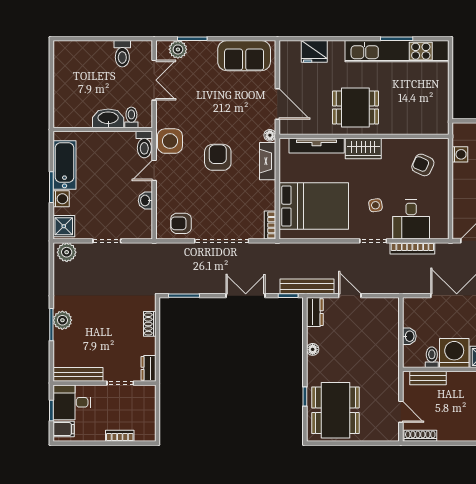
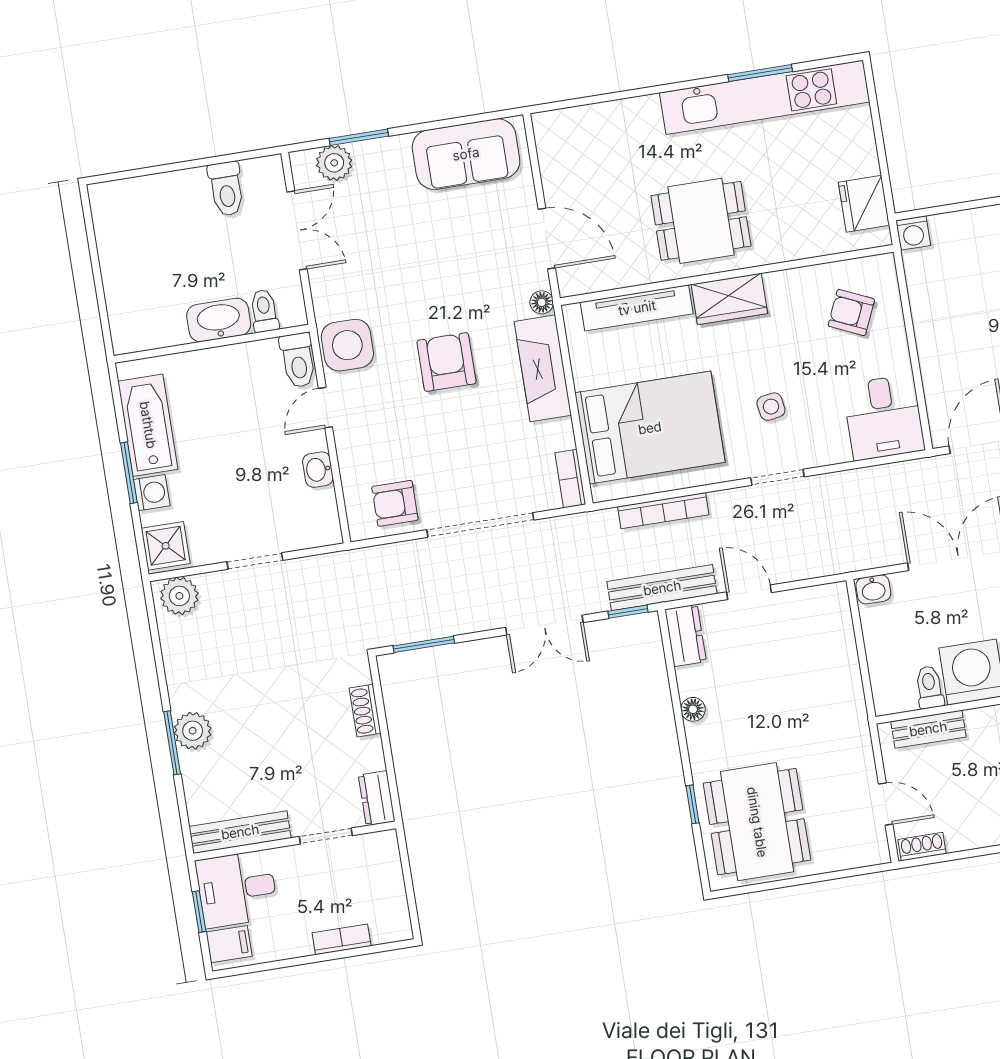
fridge: (314, 51) -> (864, 204), moved, turned 90
washing machine: (460, 154) -> (913, 233), moved, turned 90
fireplace: (268, 161) -> (543, 368), width x1.37, depth x1.32
desk: (411, 220) -> (884, 417), moved
bookcase: (412, 248) -> (663, 511), moved
double door: (246, 296) -> (544, 625), swing flipped
washbasin: (409, 336) -> (873, 589), moved, turned 90
shoe rack: (420, 436) -> (922, 847), width x0.70

